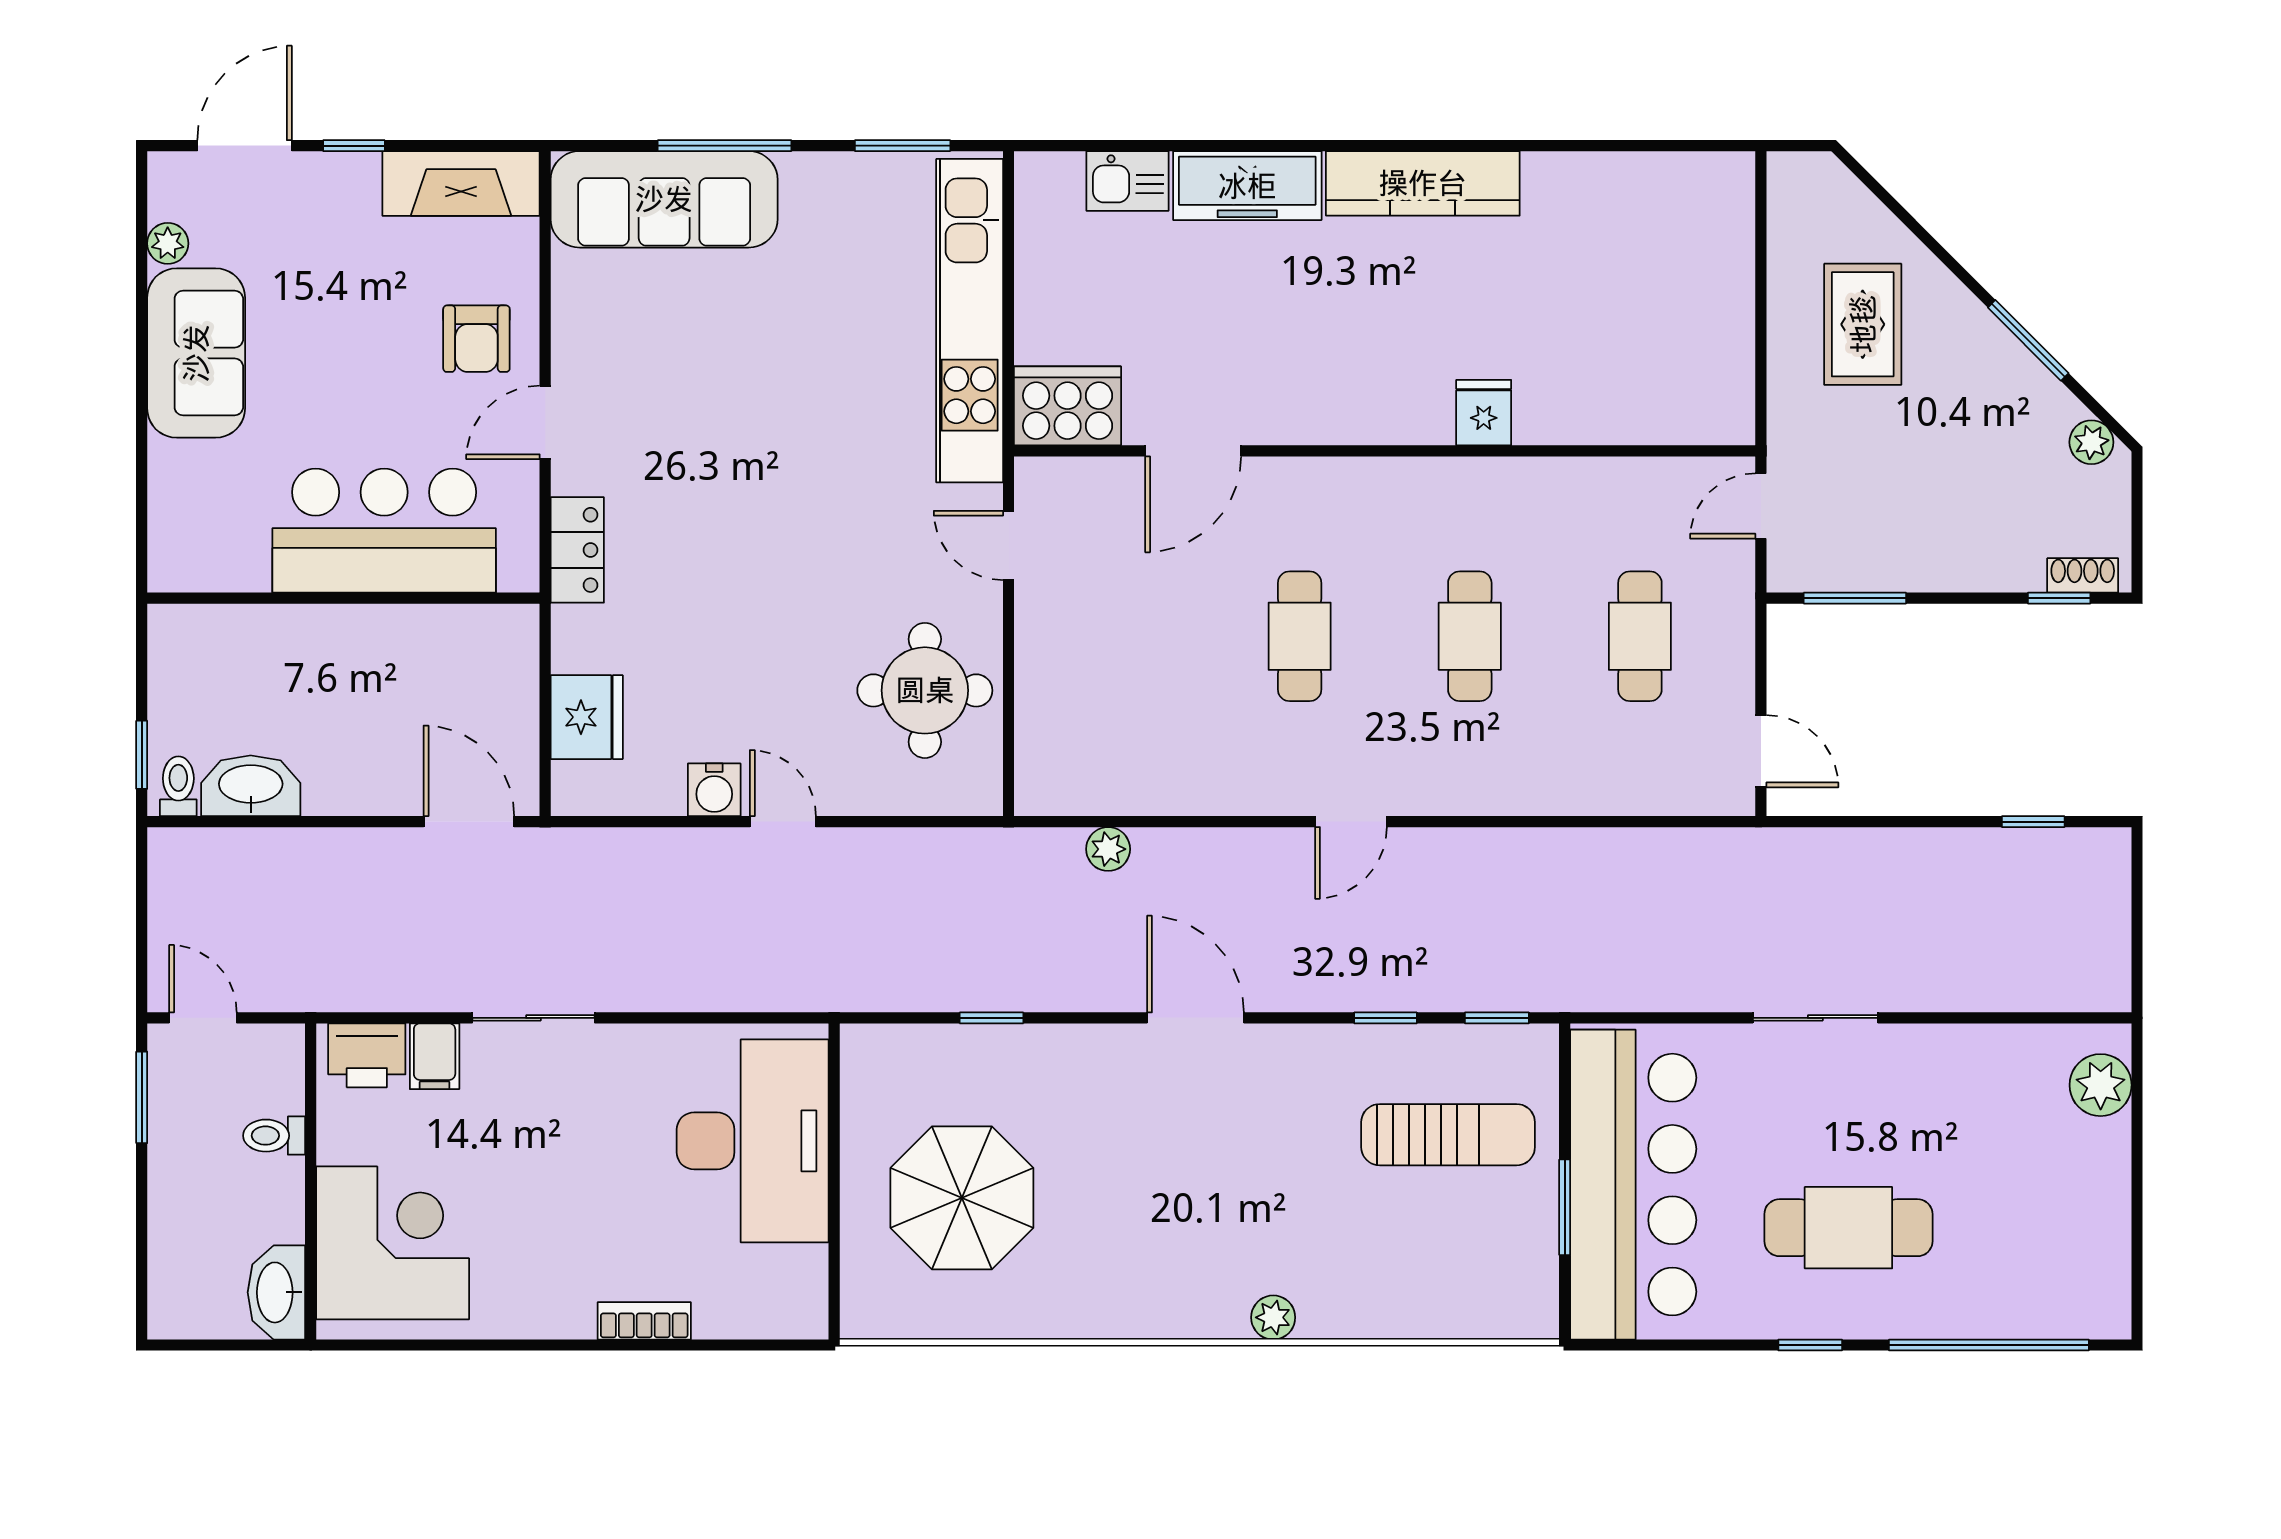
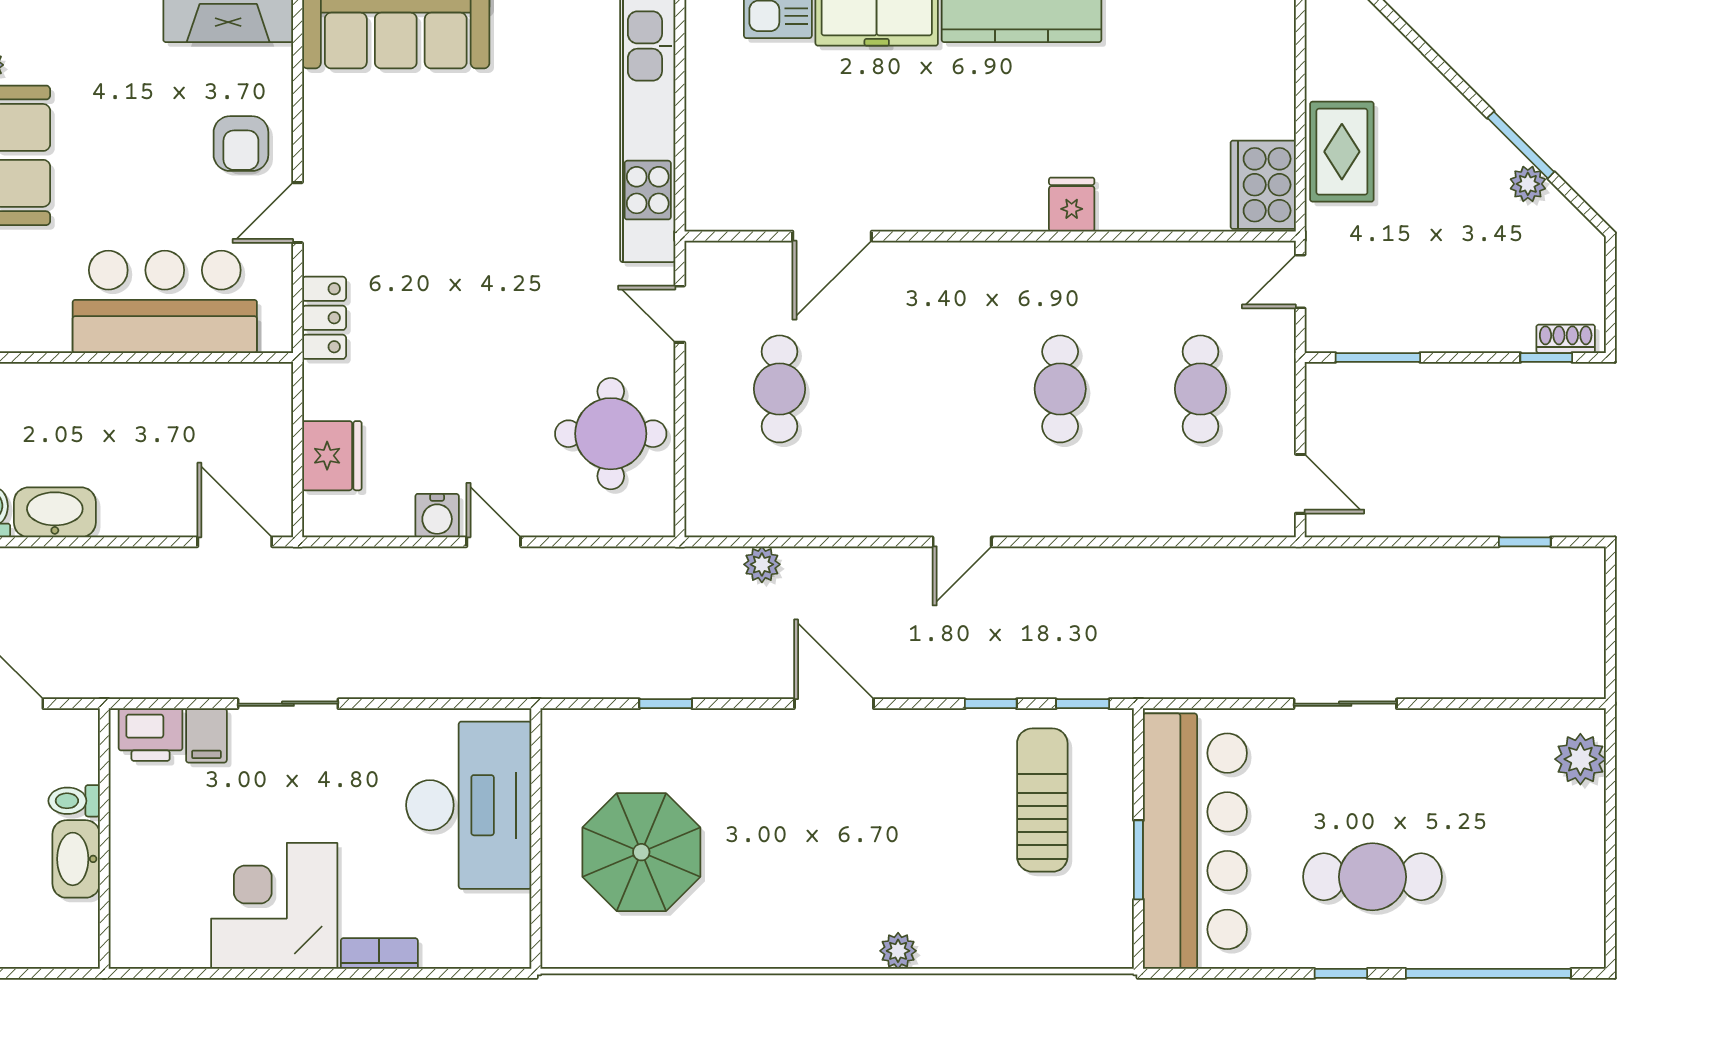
rug: (1863, 324) -> (1342, 152), moved
cooker: (1068, 406) -> (1263, 185), moved, turned -90
plant: (2091, 442) -> (1528, 184), moved
cafe table: (1300, 636) -> (780, 389), moved
sun lounger: (1448, 1135) -> (1042, 800), turned -90
corner desk: (393, 1243) -> (274, 906), moved, turned -90
washbasin: (276, 1292) -> (76, 859), moved

